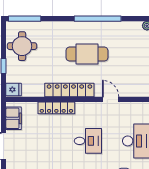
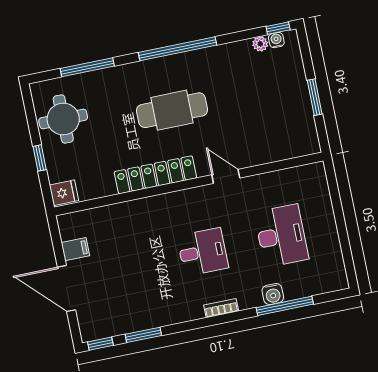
window: (25, 19) -> (87, 67), moved
locker: (56, 108) -> (140, 208), removed
filing cabinet: (14, 118) -> (75, 249), width x0.50

